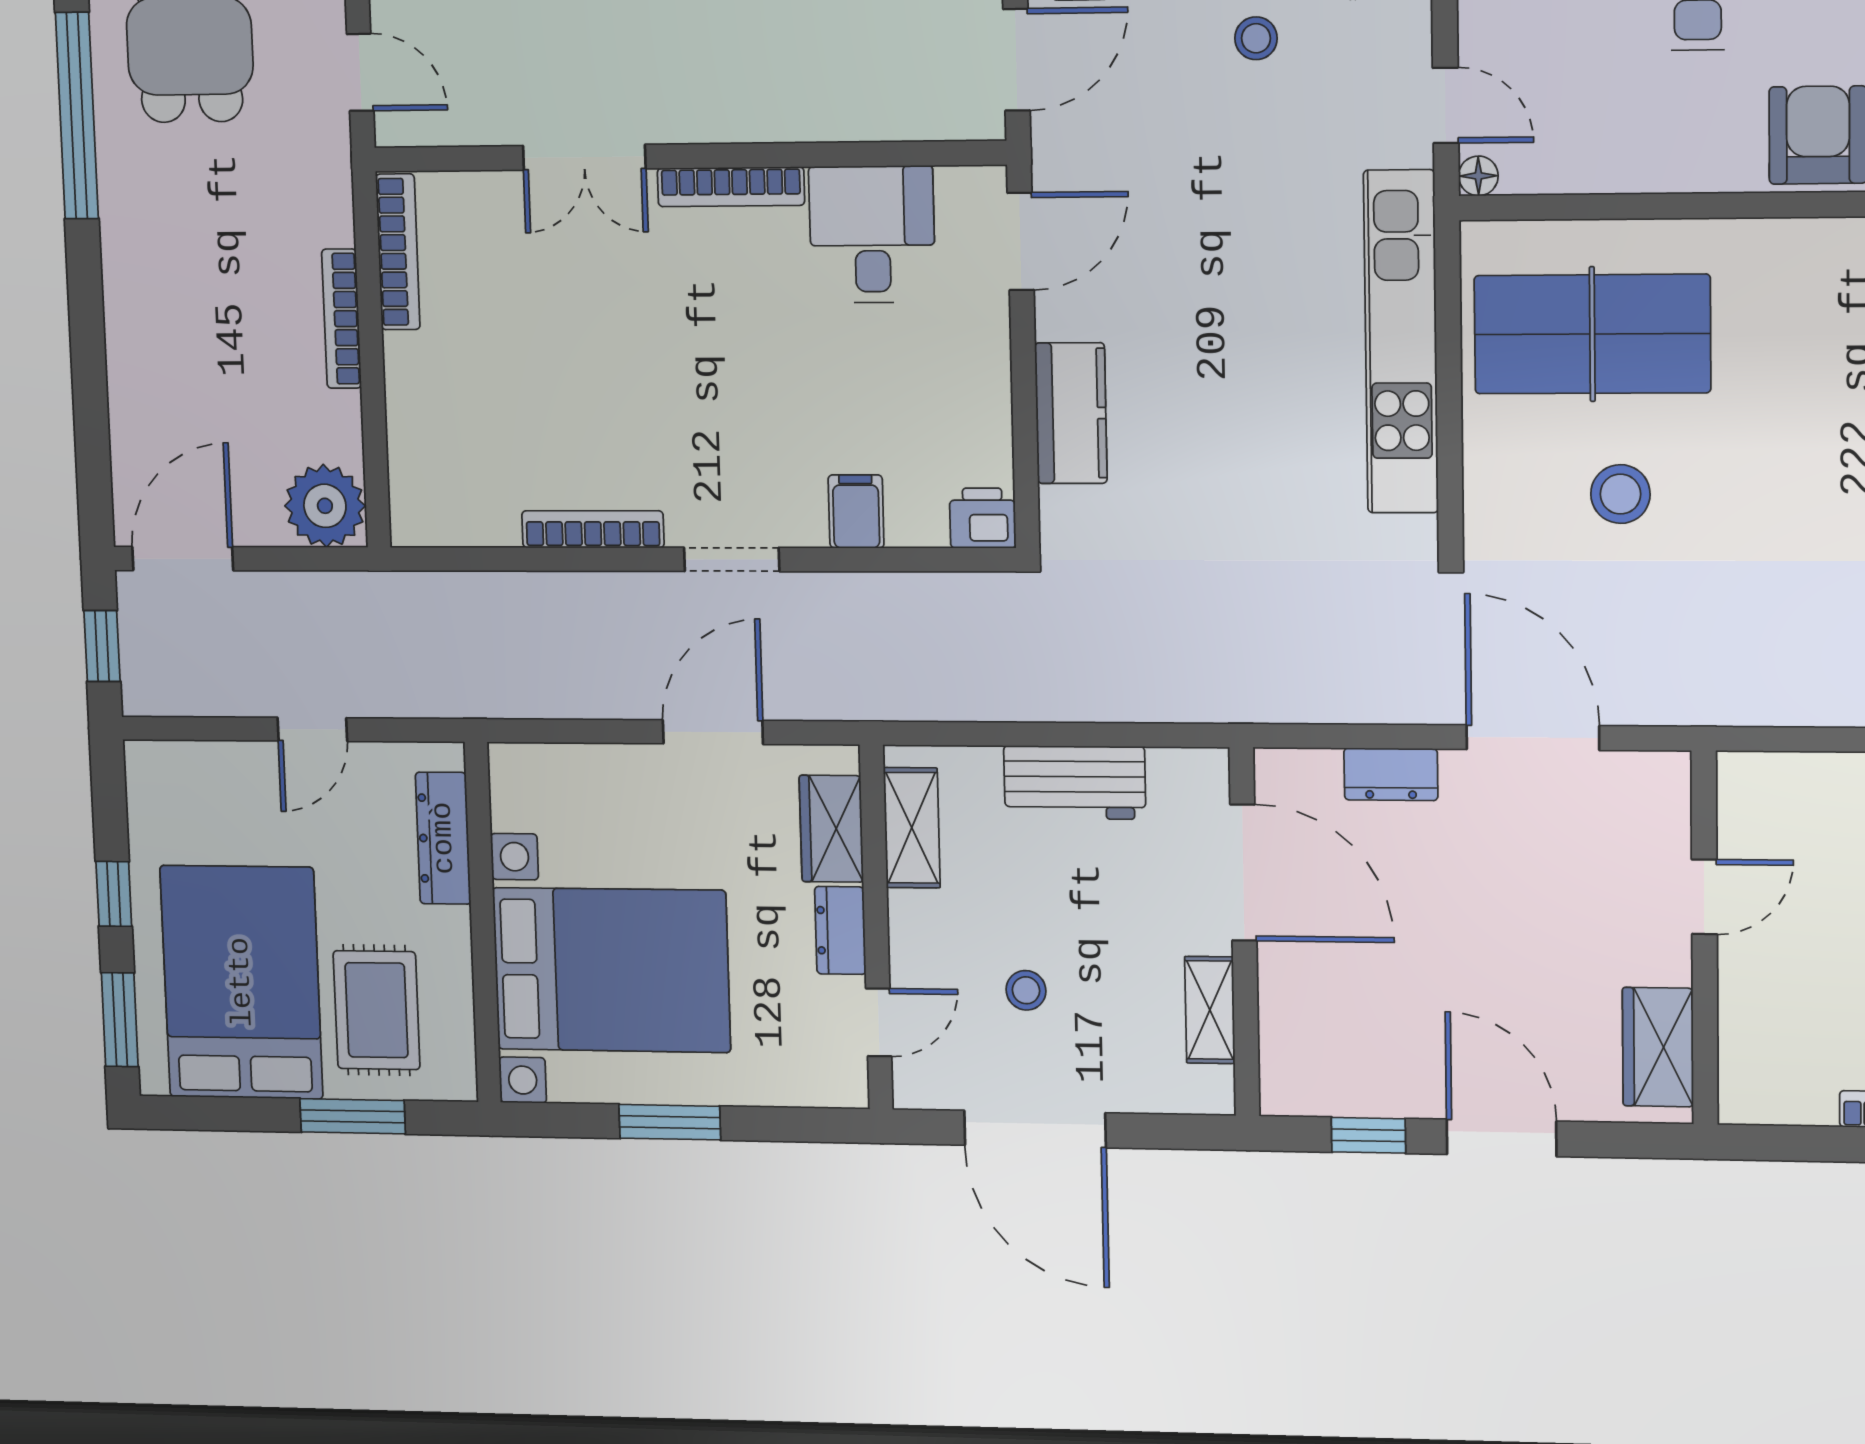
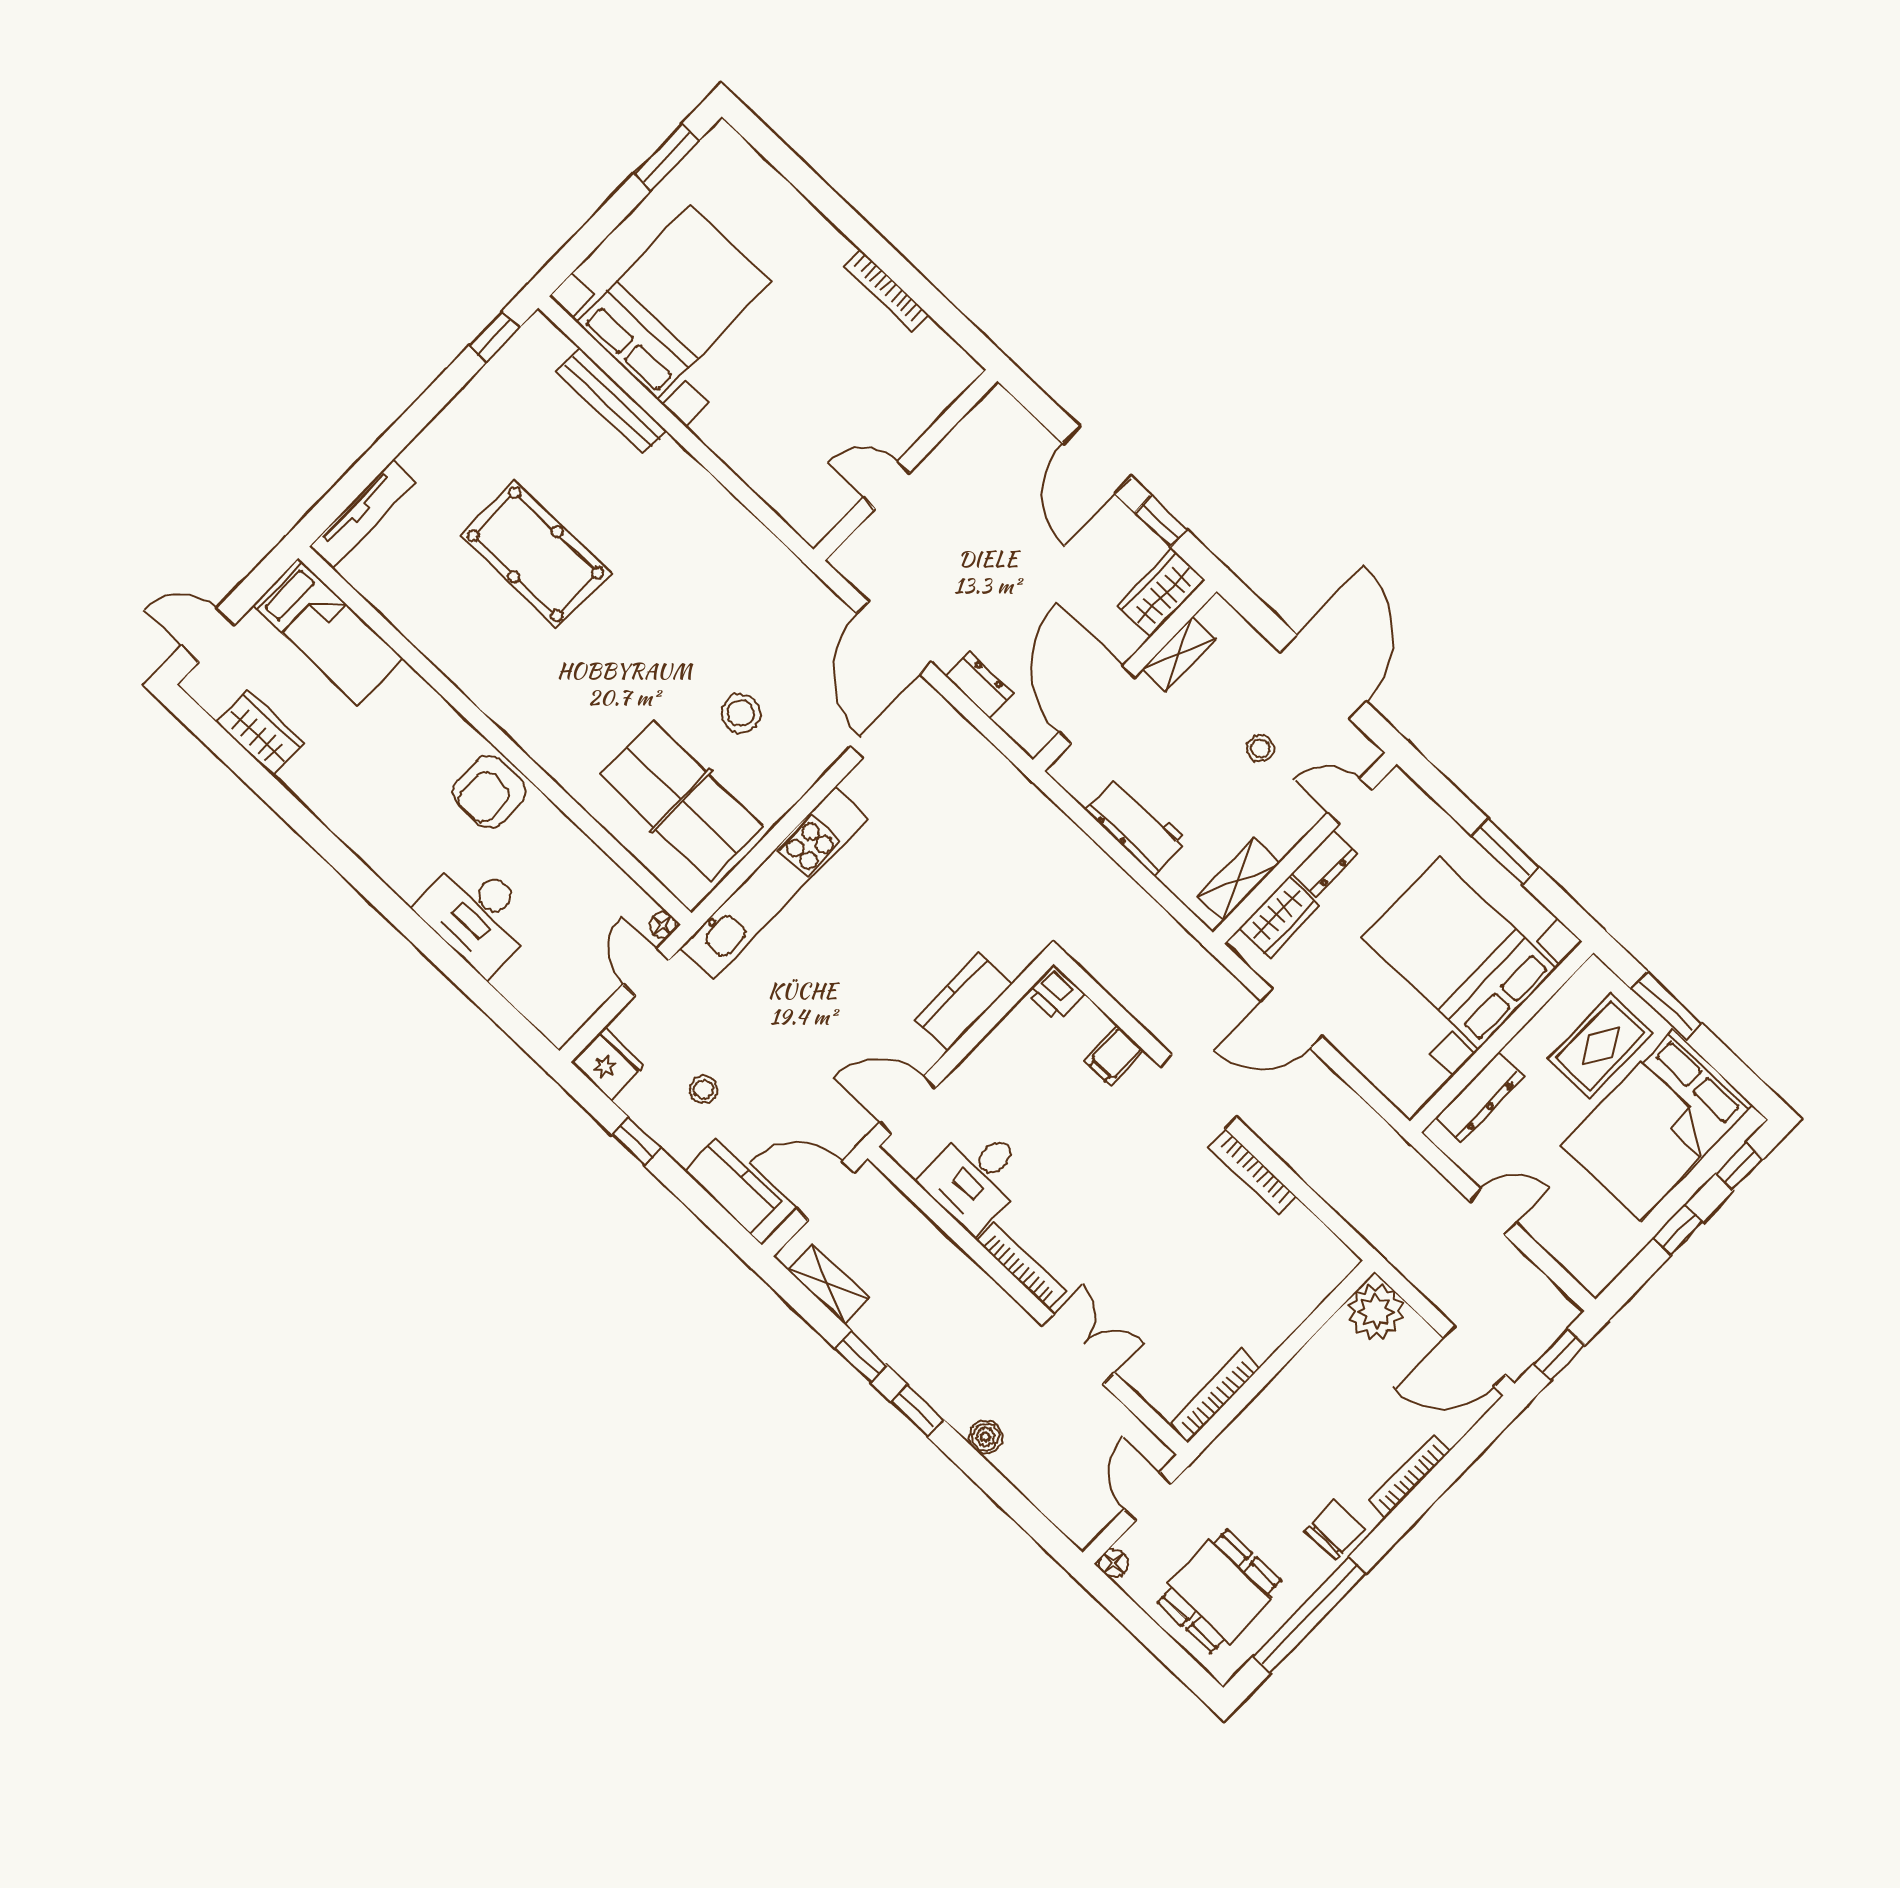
chair: (139, 232) -> (1335, 1530), added
bookcase: (342, 319) -> (1410, 1476), moved, turned 180
doorway: (732, 559) -> (1198, 1092), width x1.38
window: (120, 1020) -> (1740, 1166), width x0.67
wardrobe: (1658, 1047) -> (1161, 593), moved, turned 180

